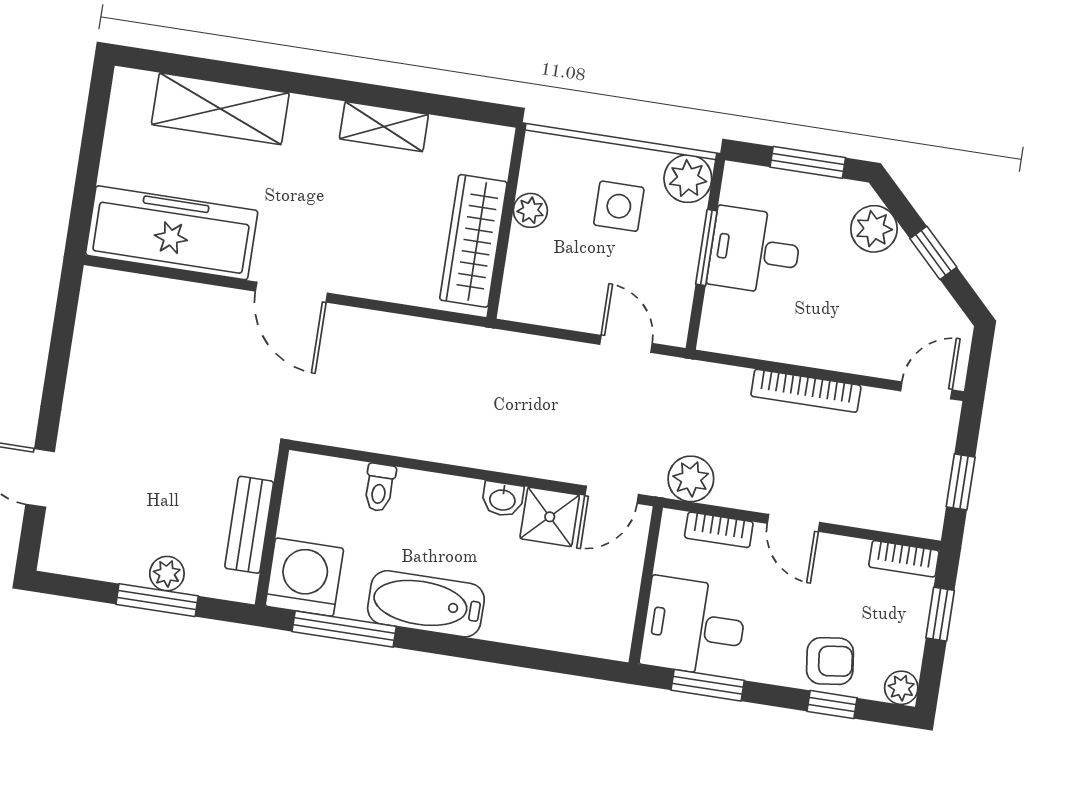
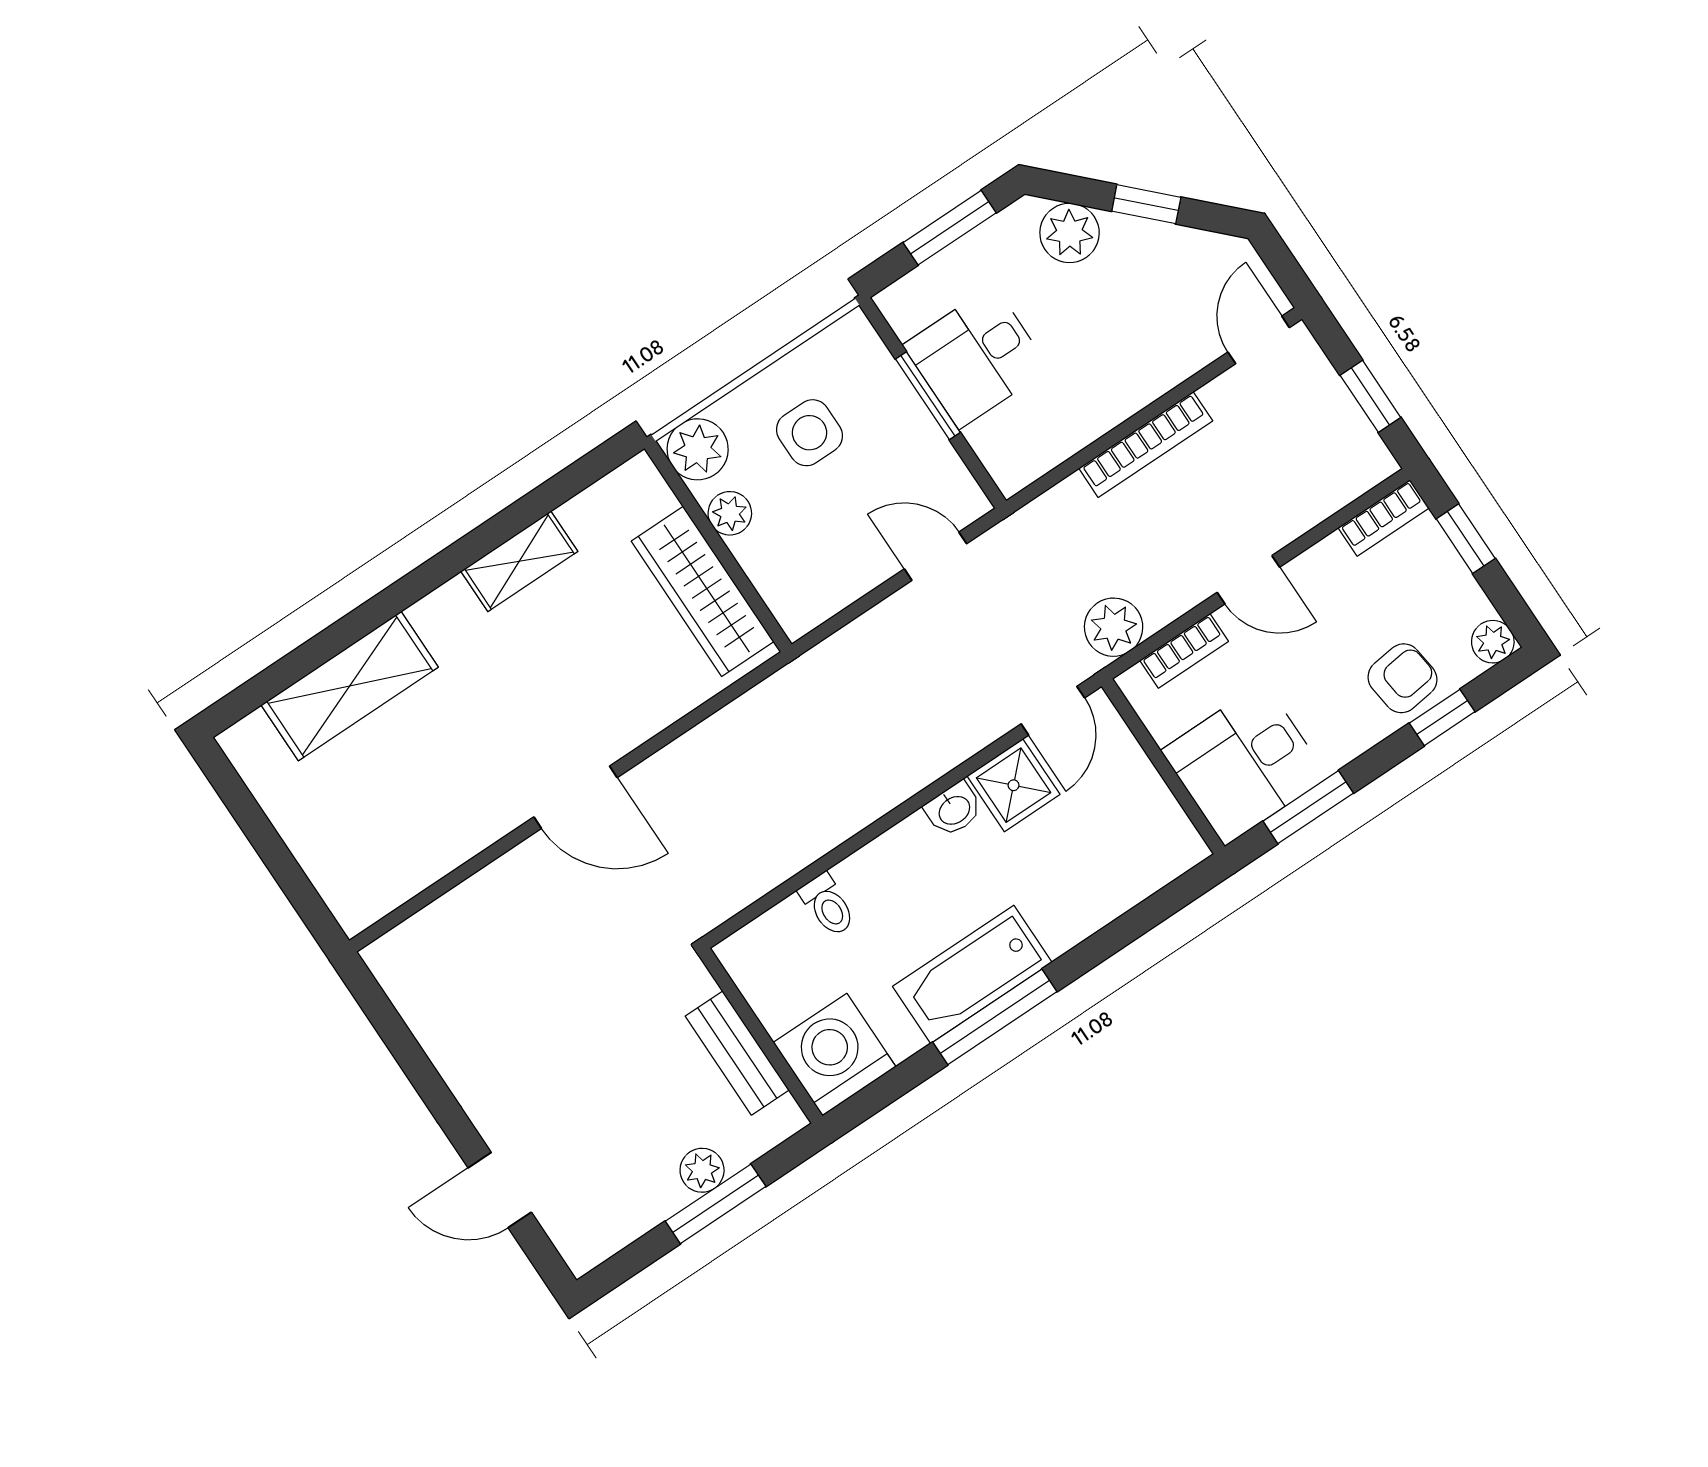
plant: (688, 179) -> (698, 449), moved
freezer: (172, 233) -> (411, 845), removed
window: (344, 629) -> (995, 1017), moved

